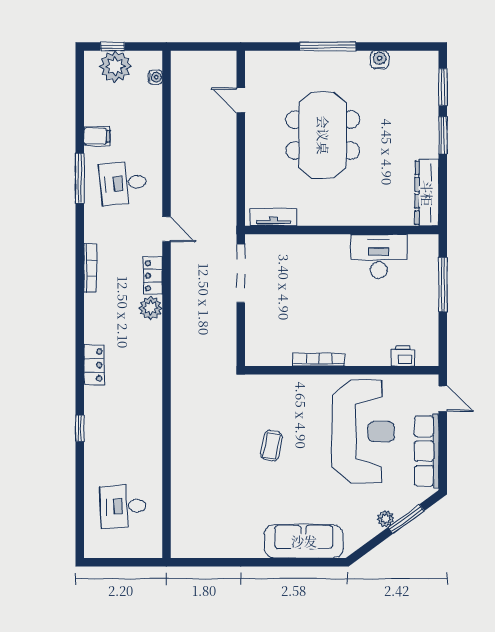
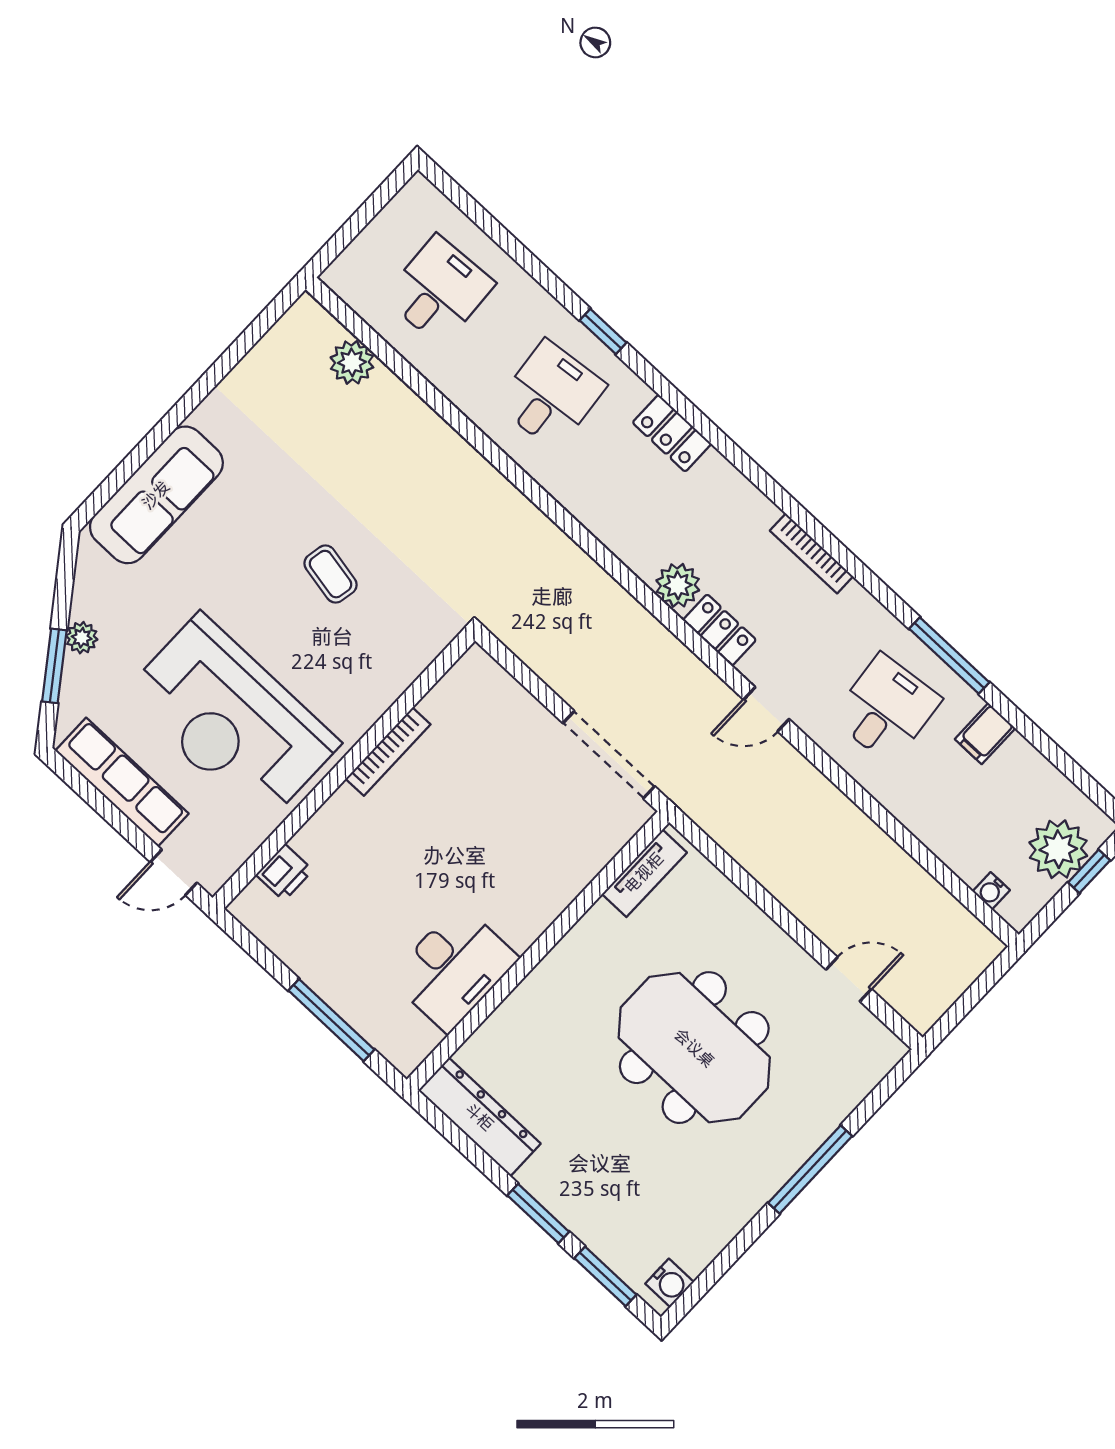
water cooler: (380, 60) -> (670, 1283), moved
desk: (123, 425) -> (551, 395), added
plant: (182, 514) -> (352, 362), added

